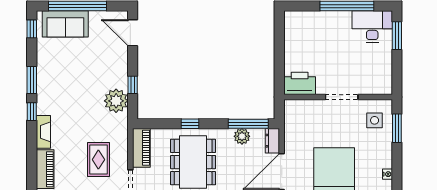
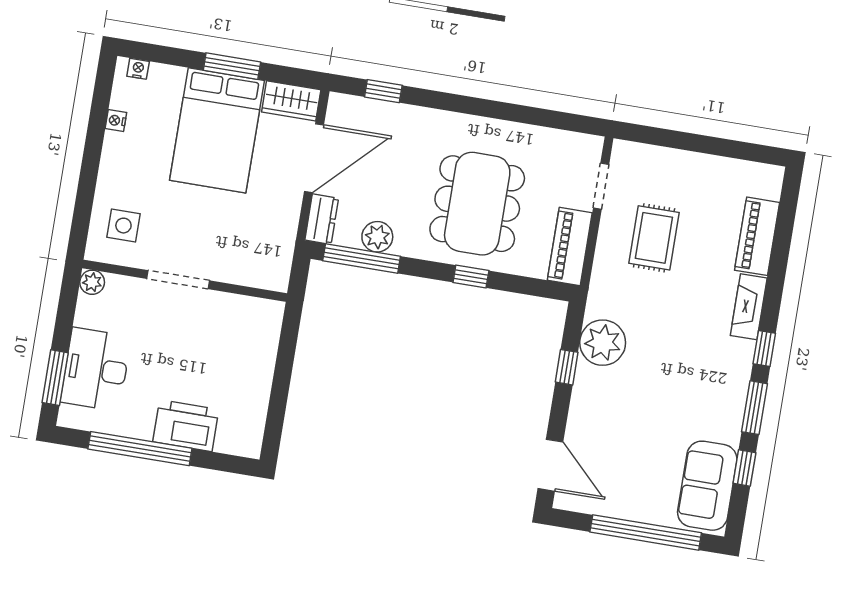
sofa: (65, 24) -> (707, 486), moved, turned -90
desk: (372, 26) -> (96, 369), moved, turned 90
window: (32, 29) -> (744, 468), moved
printer: (300, 83) -> (186, 426), moved, turned 180
plant: (386, 88) -> (92, 282), added
window: (397, 128) -> (84, 204), removed

